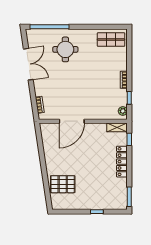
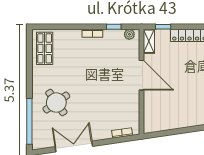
round table: (65, 49) -> (56, 103), turned -35
door: (72, 121) -> (142, 75), moved

